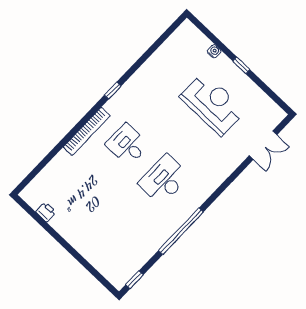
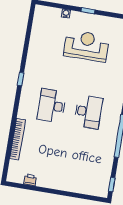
bookcase: (87, 131) -> (18, 139), moved
desk: (127, 145) -> (52, 106), width x1.37
desk: (164, 180) -> (88, 112), turned 180

